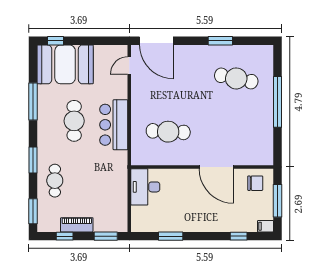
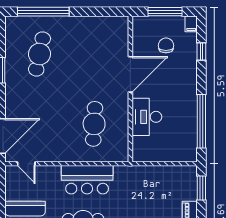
window: (277, 102) -> (43, 12), moved
chair: (255, 183) -> (166, 45), moved
desk: (145, 187) -> (147, 117), moved, turned 90
window: (171, 236) -> (201, 121), width x2.11

